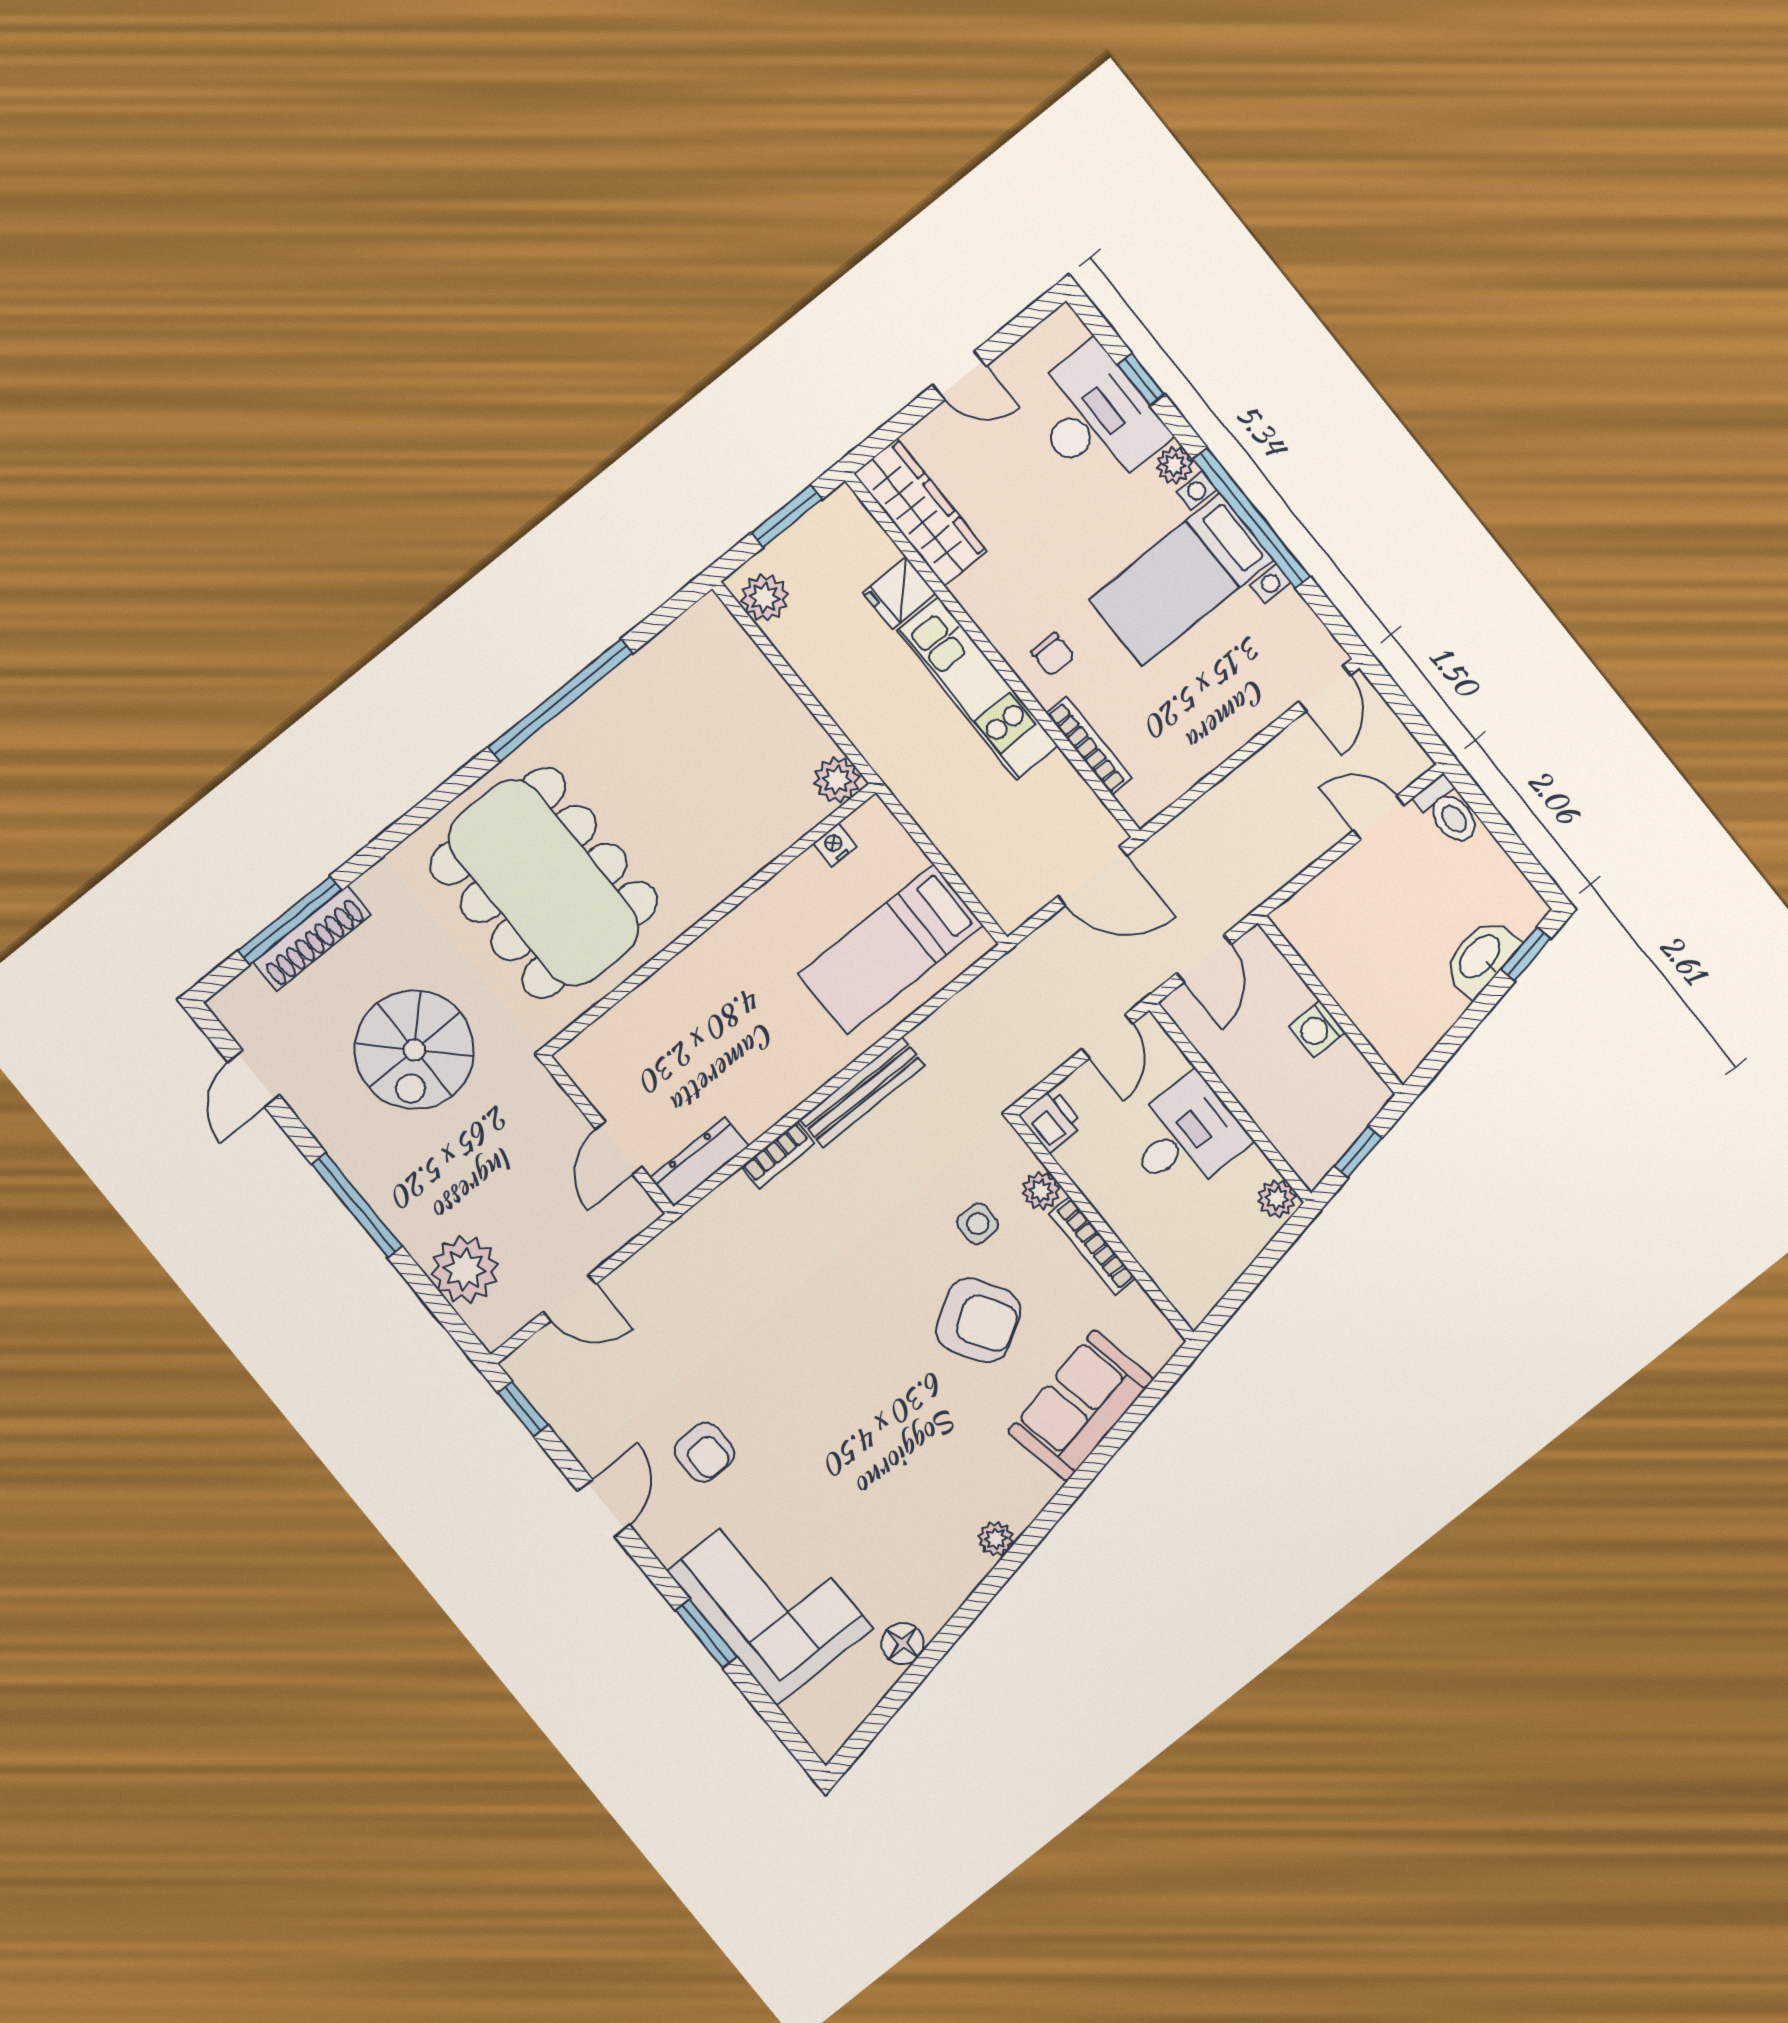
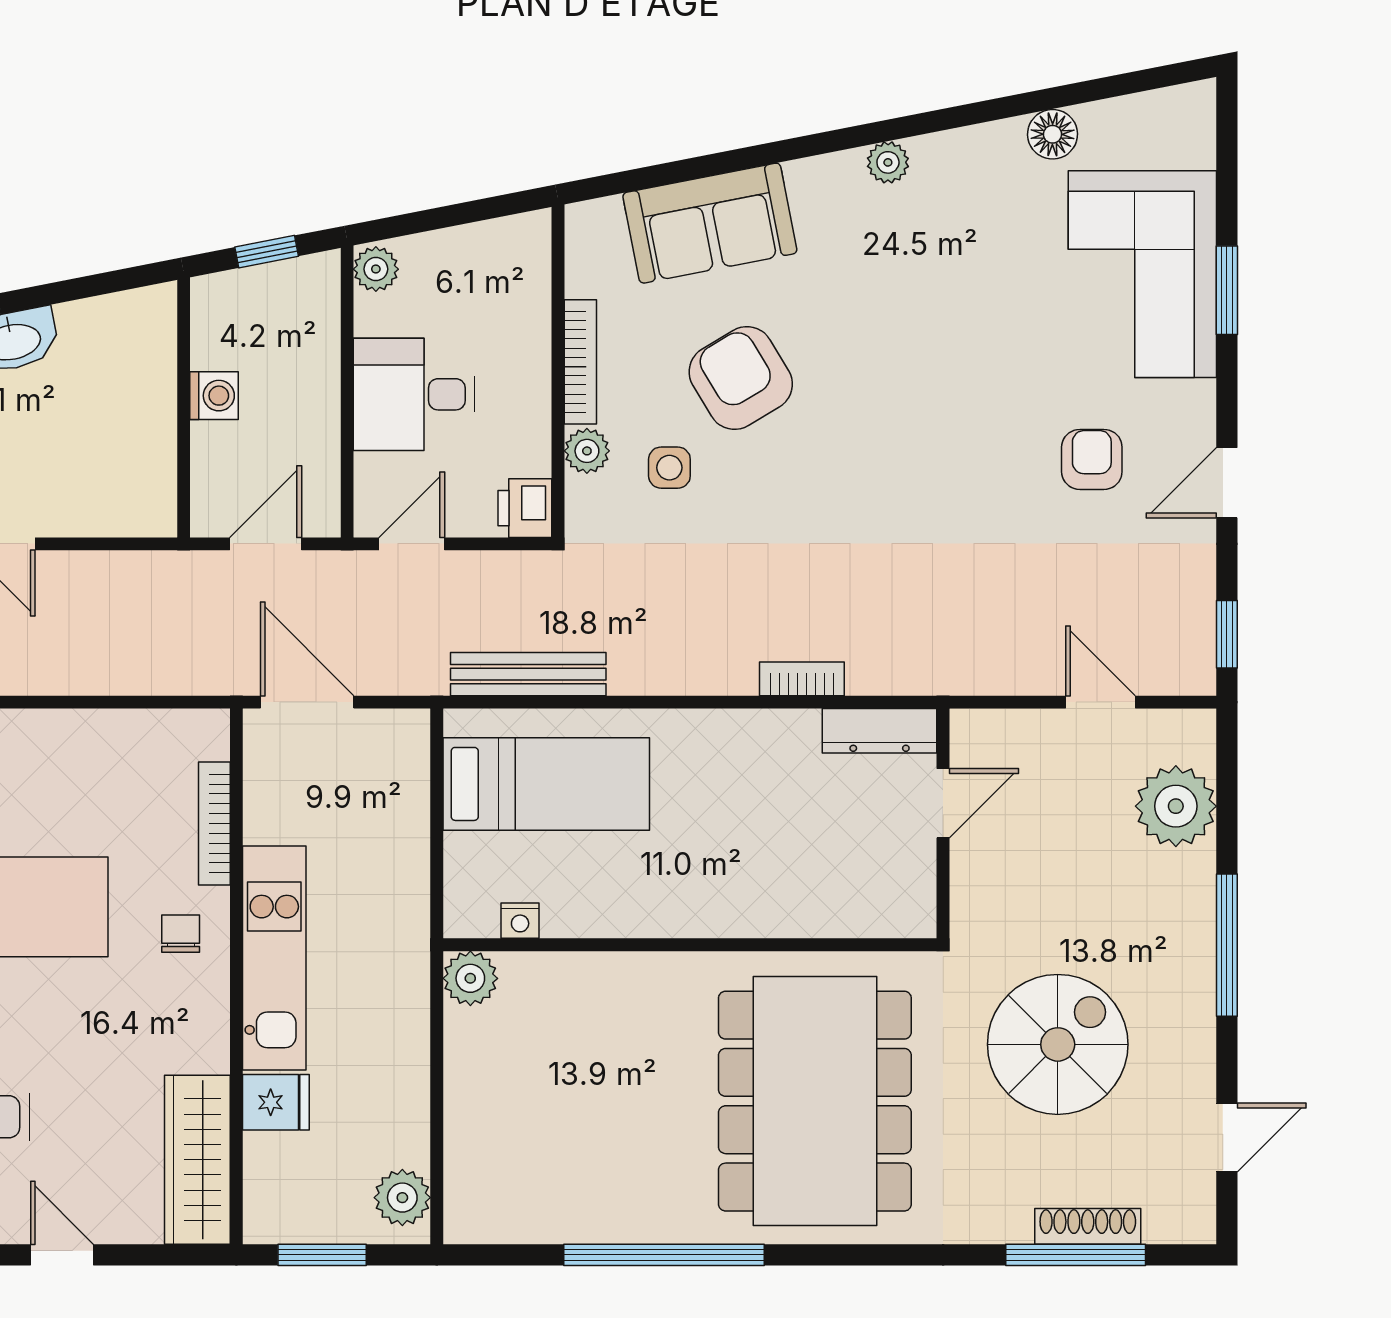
shoe rack: (312, 939) -> (1088, 1226), width x0.74, depth x0.81
bench: (862, 1092) -> (528, 674), moved

